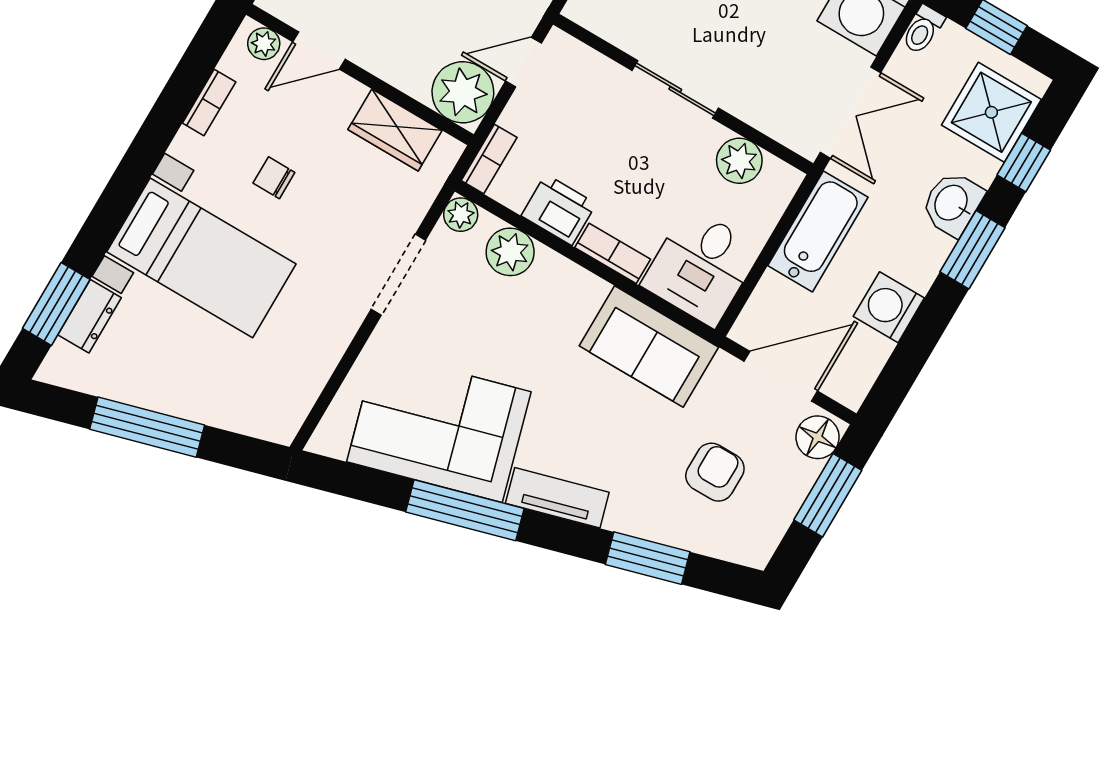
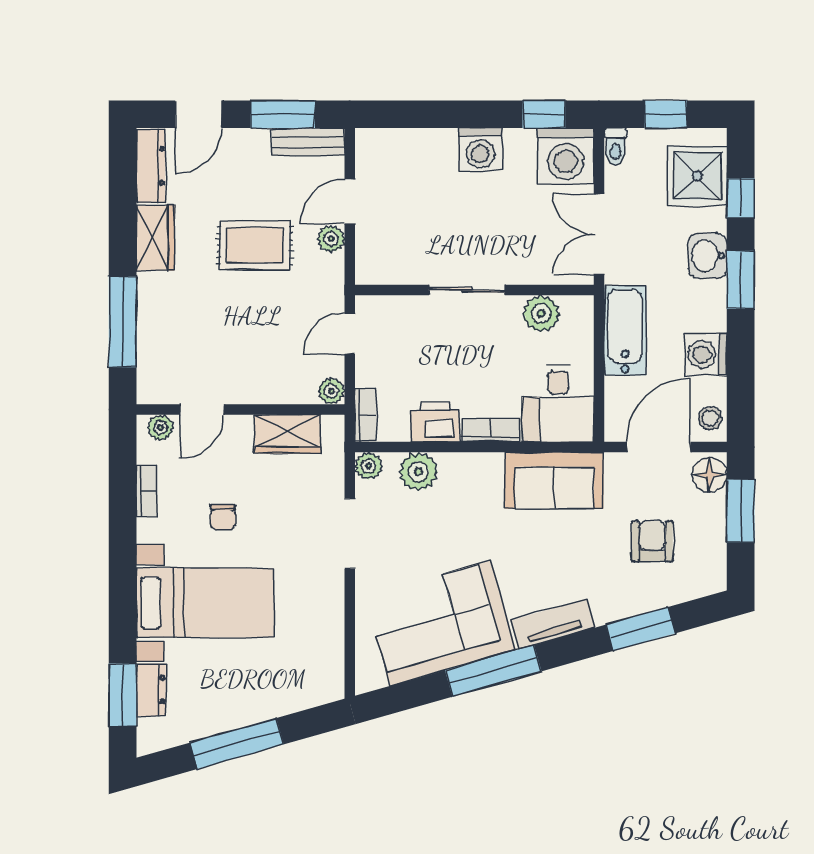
plant: (463, 92) -> (331, 391), width x0.53, depth x0.53
double door: (850, 113) -> (599, 234), swing flipped
chair: (274, 178) -> (223, 517), turned -90
stool: (853, 378) -> (710, 418), added

